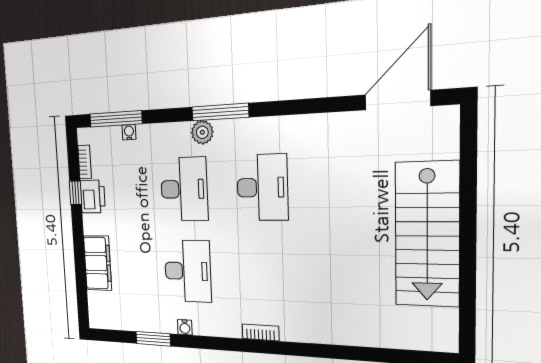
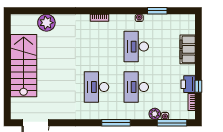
plant: (202, 132) -> (155, 114), moved
plant: (374, 329) -> (46, 23), added

